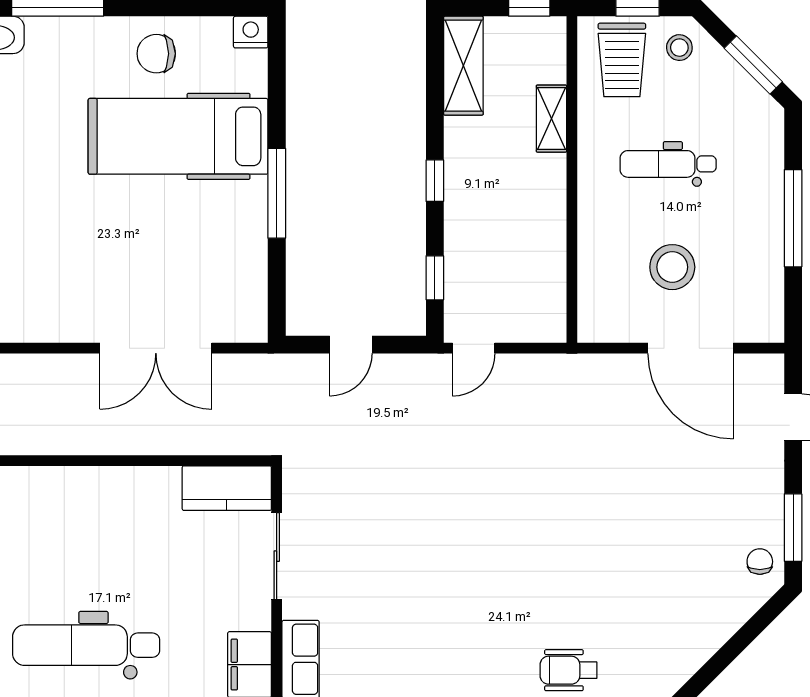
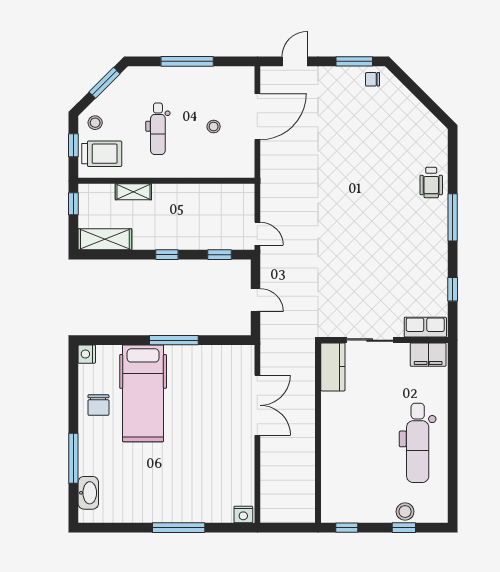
stool: (672, 267) -> (214, 127), width x0.53, depth x0.53

